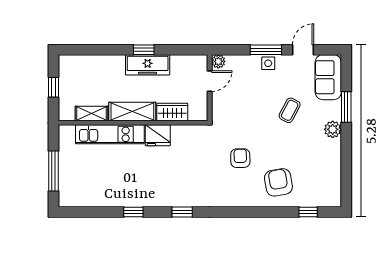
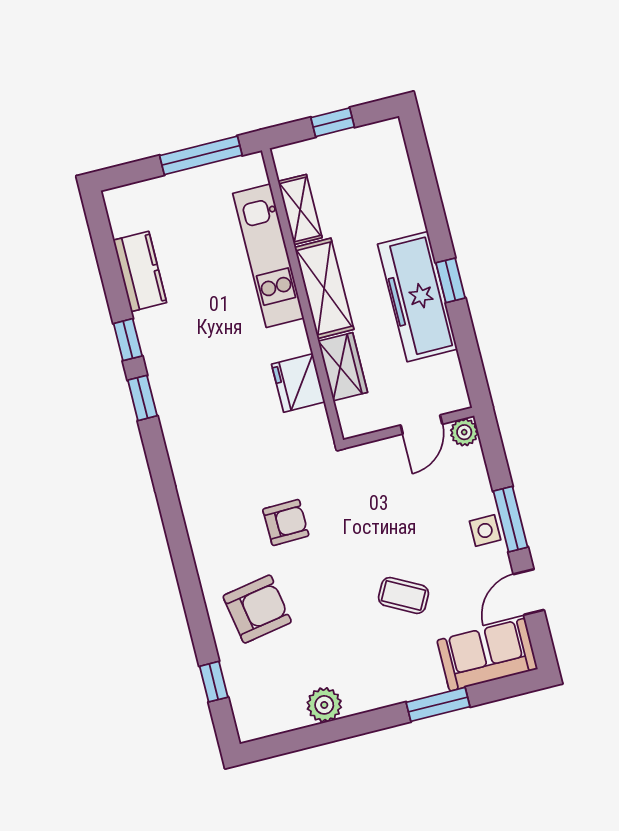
door: (303, 50) -> (529, 592), swing flipped
freezer: (148, 65) -> (418, 297), width x1.36, depth x1.26
door: (210, 81) -> (421, 425), hinge flipped
plant: (333, 129) -> (324, 705), moved
fridge: (158, 135) -> (298, 383), moved
window: (53, 171) -> (201, 155), moved
kitchen counter: (102, 198) -> (140, 271), added
window: (182, 212) -> (142, 398), moved

